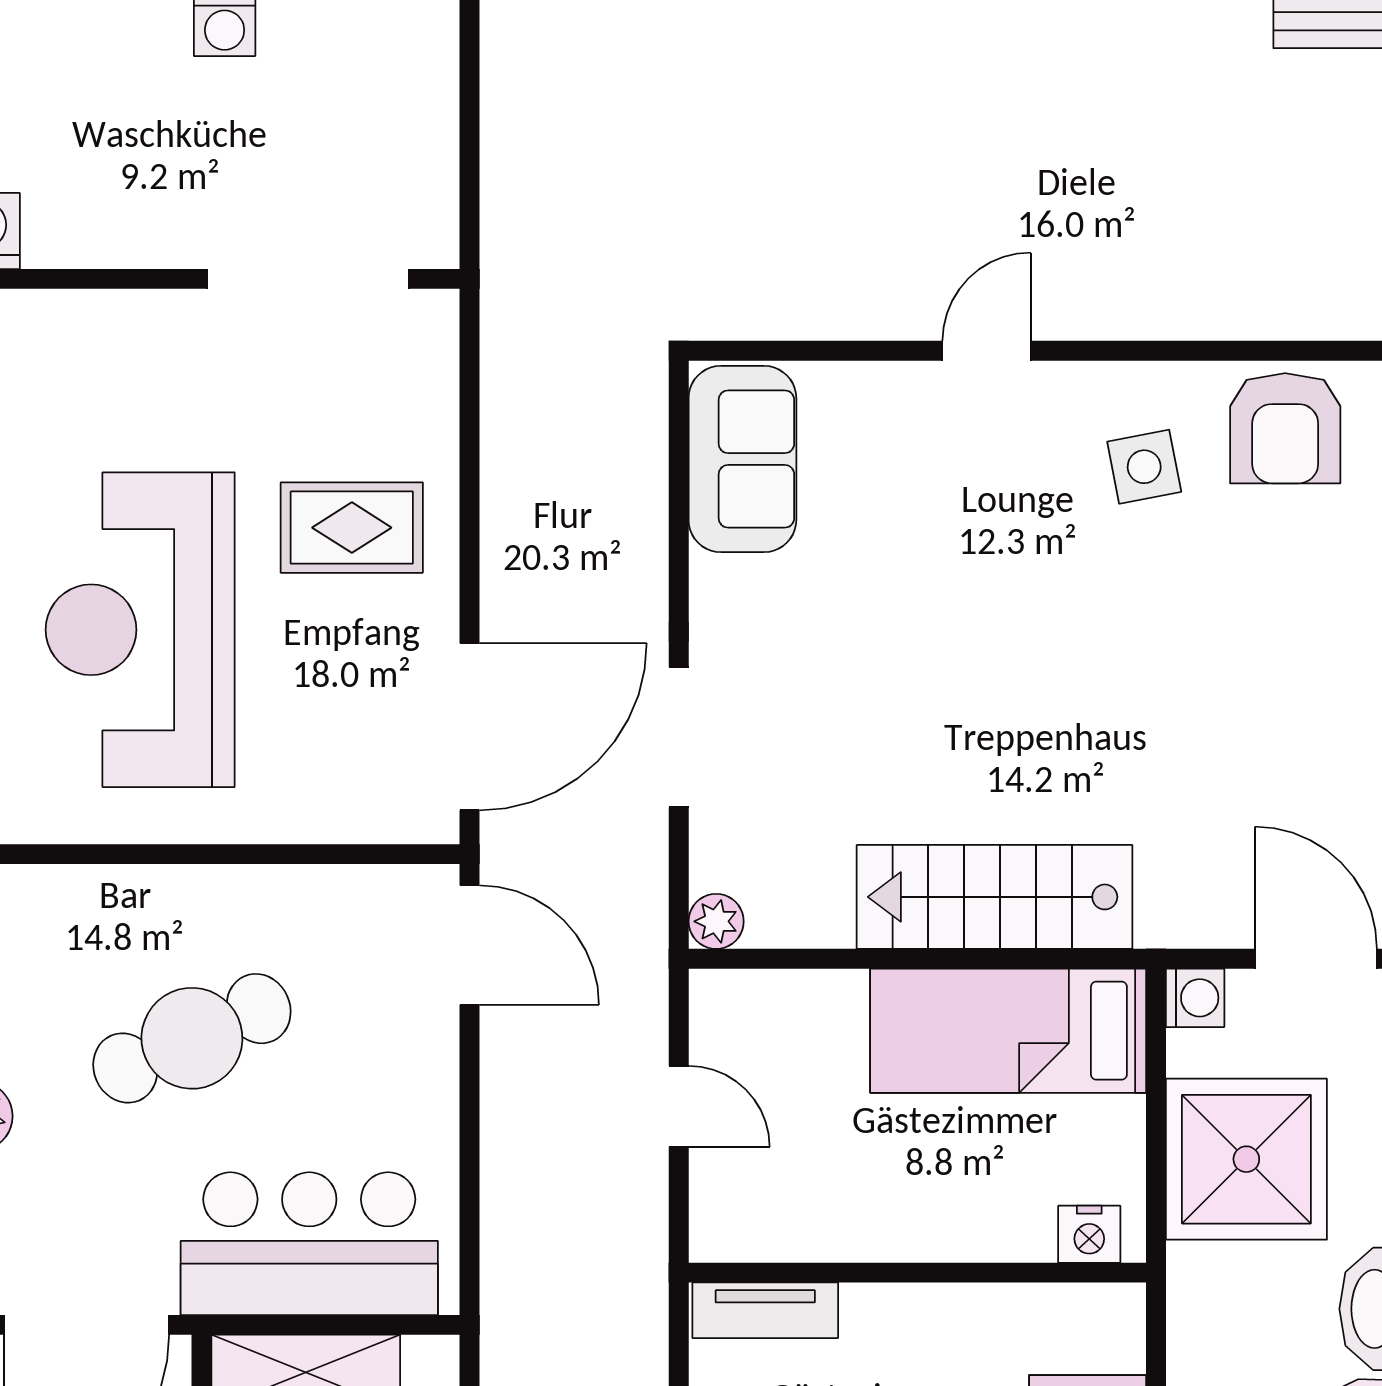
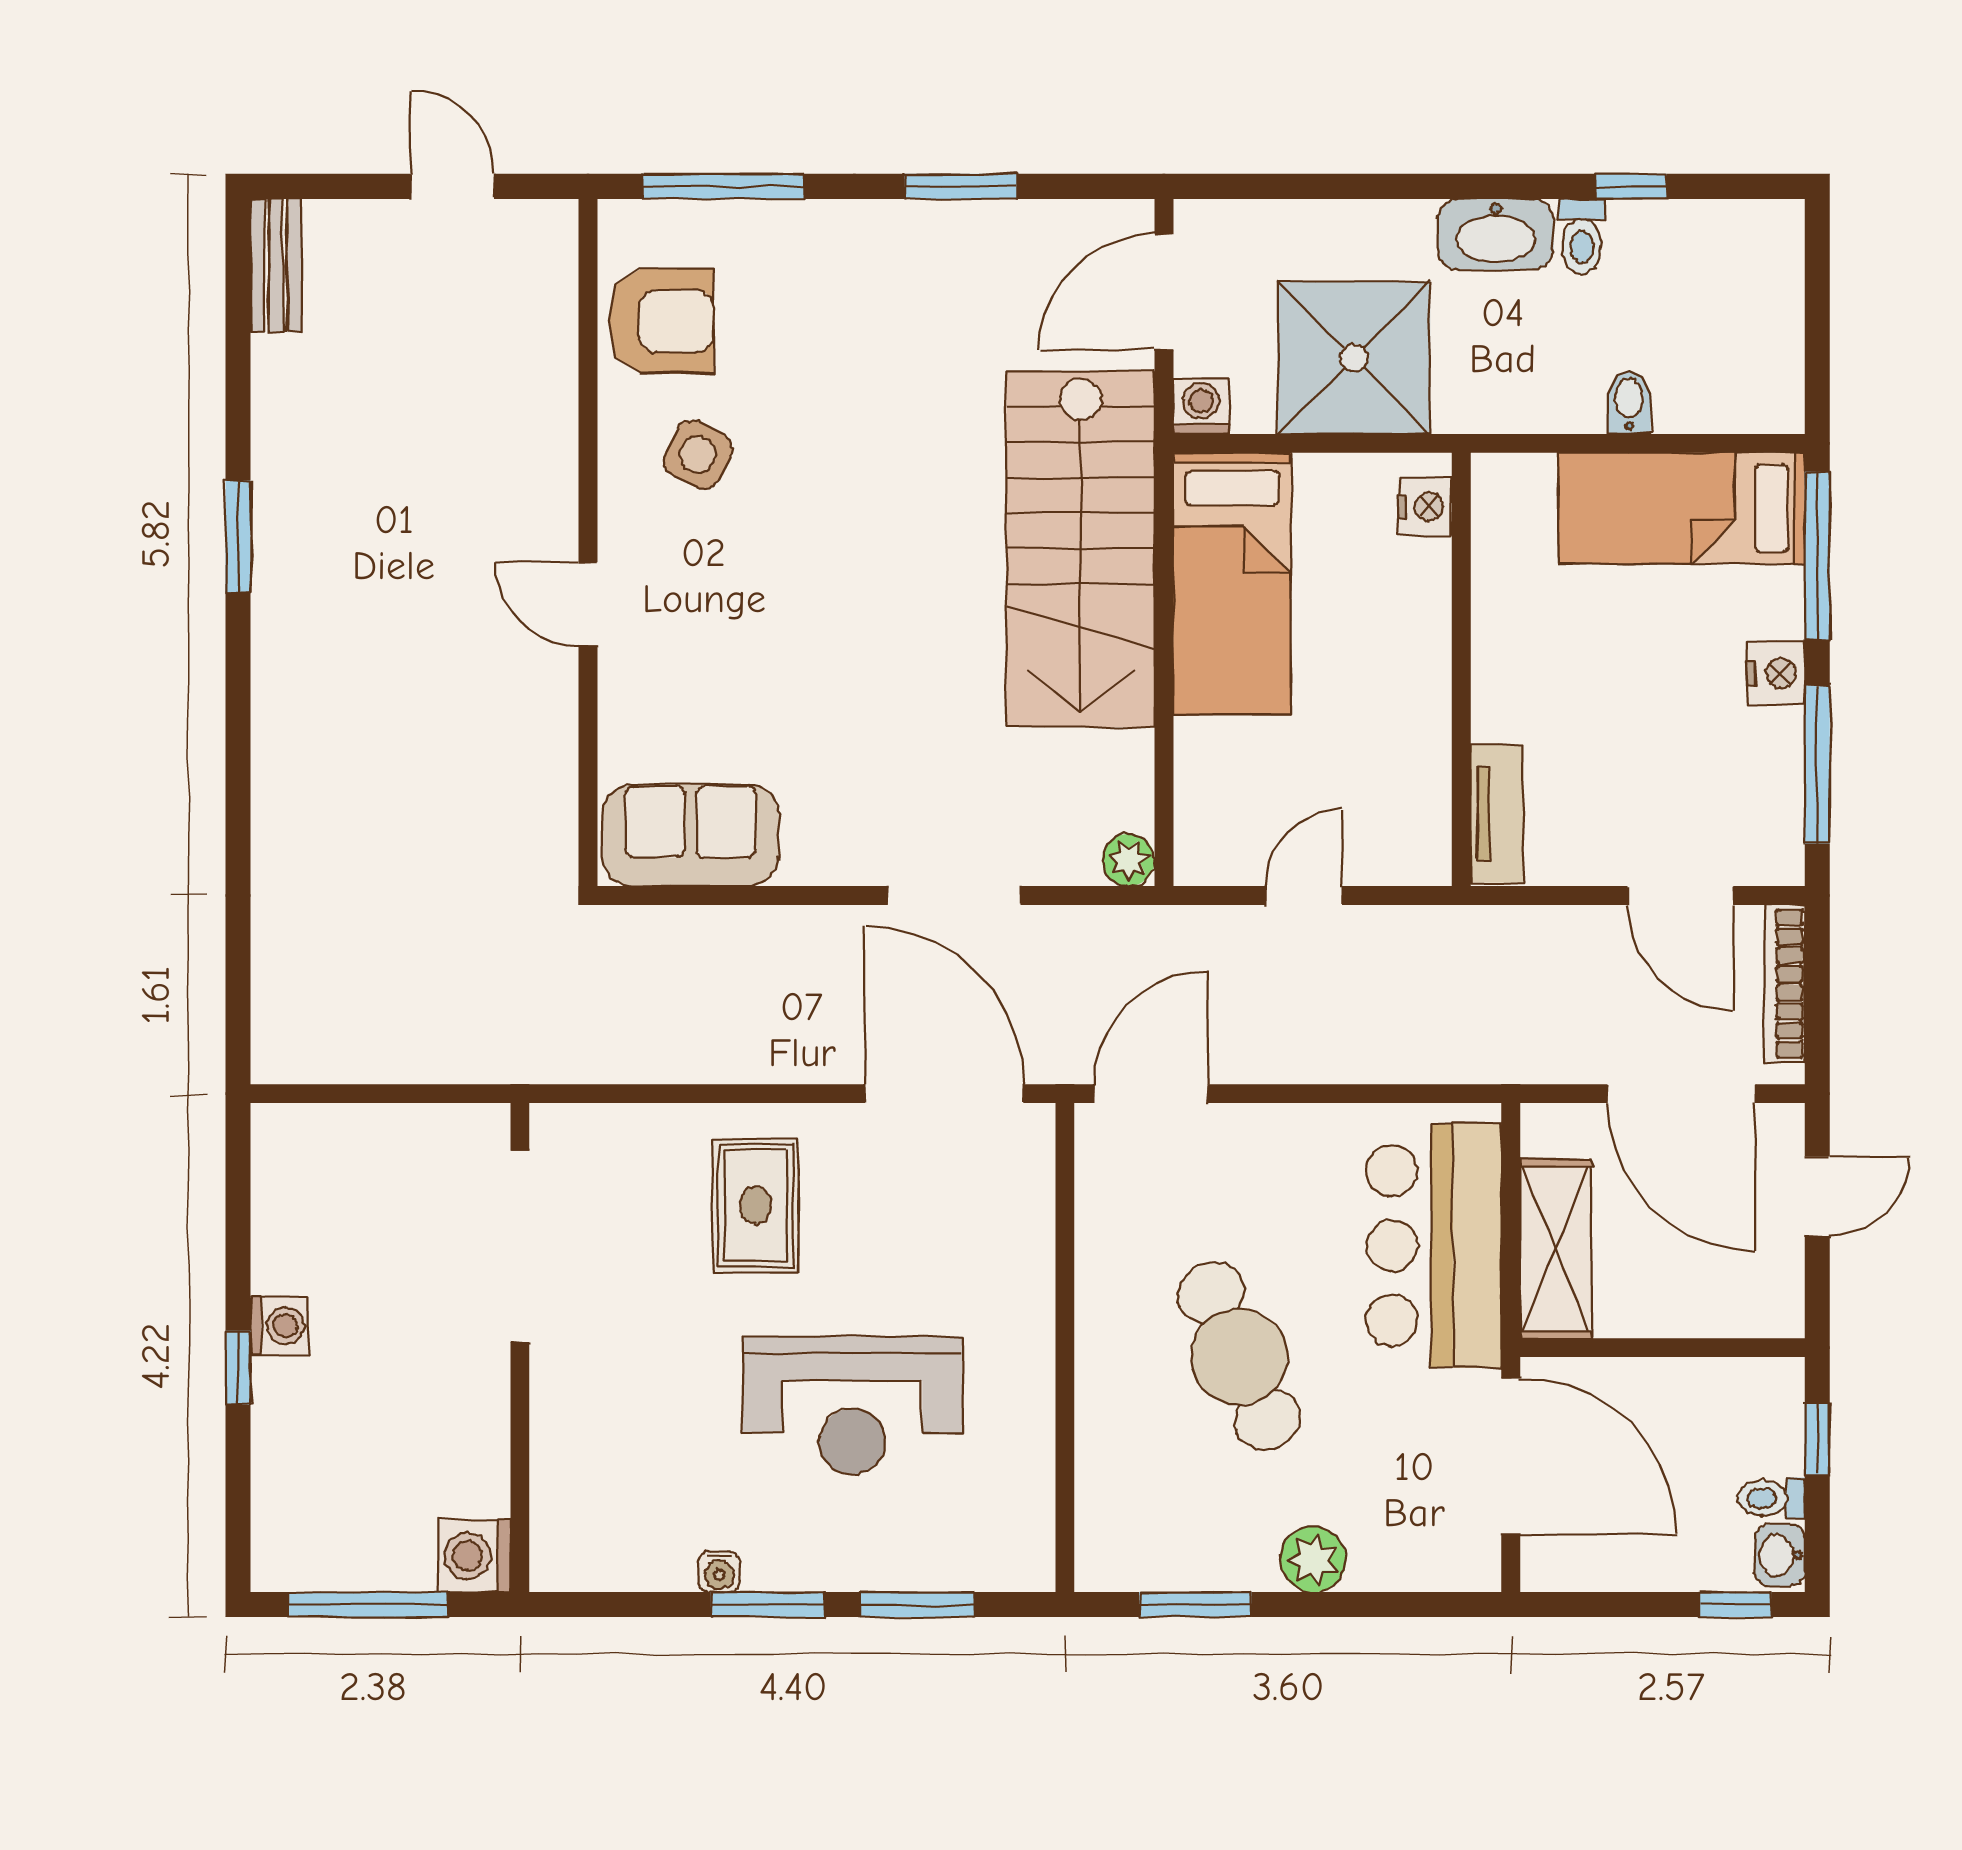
side table: (1144, 467) -> (698, 455), turned 38
reception desk: (140, 630) -> (852, 1406), width x0.74, depth x0.77
stairs: (995, 897) -> (1080, 549), width x1.36, depth x1.51

